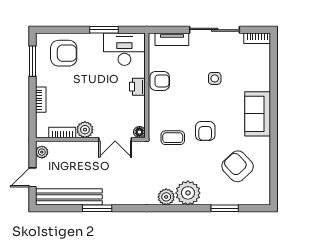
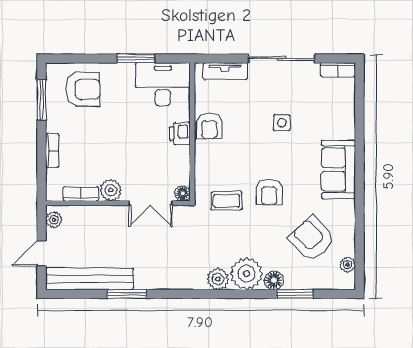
armchair: (160, 81) -> (209, 126), turned 90
plant: (265, 186) -> (348, 265), added
floor lamp: (209, 198) -> (274, 280), added

